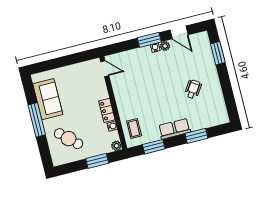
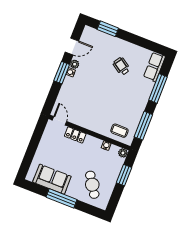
door: (105, 69) -> (60, 121), hinge flipped
locker: (107, 110) -> (75, 135), moved
row of seats: (175, 129) -> (154, 67), moved
window: (196, 136) -> (158, 88), width x1.44
cafe table: (69, 139) -> (92, 185), turned -76
window: (154, 147) -> (143, 126), width x1.44

